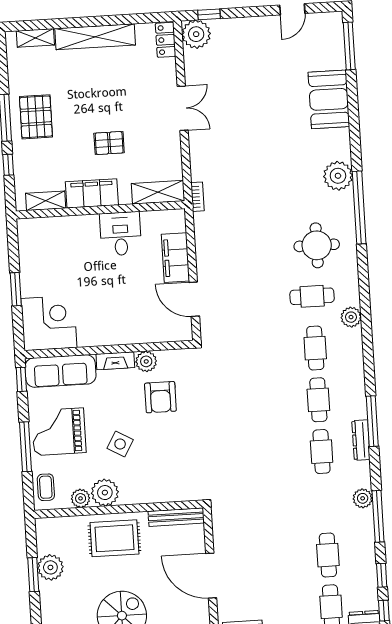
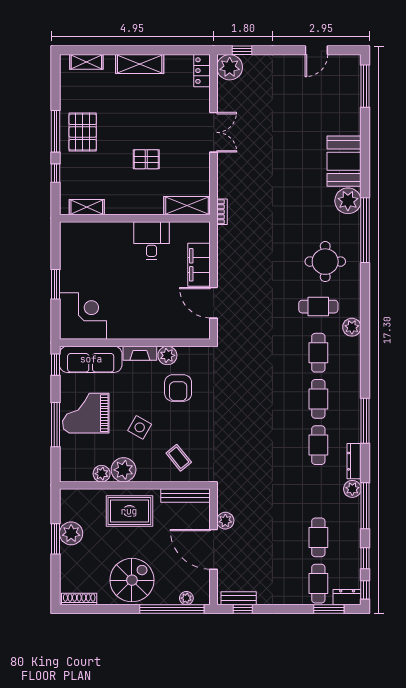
shelving: (95, 37) -> (140, 64), width x0.68
booth: (329, 99) -> (344, 161), moved
filing cabinet: (92, 193) -> (128, 203), removed
dresser: (361, 440) -> (354, 461), moved
coffee table: (46, 487) -> (179, 458), moved, turned -39
plant: (222, 543) -> (225, 521), added

